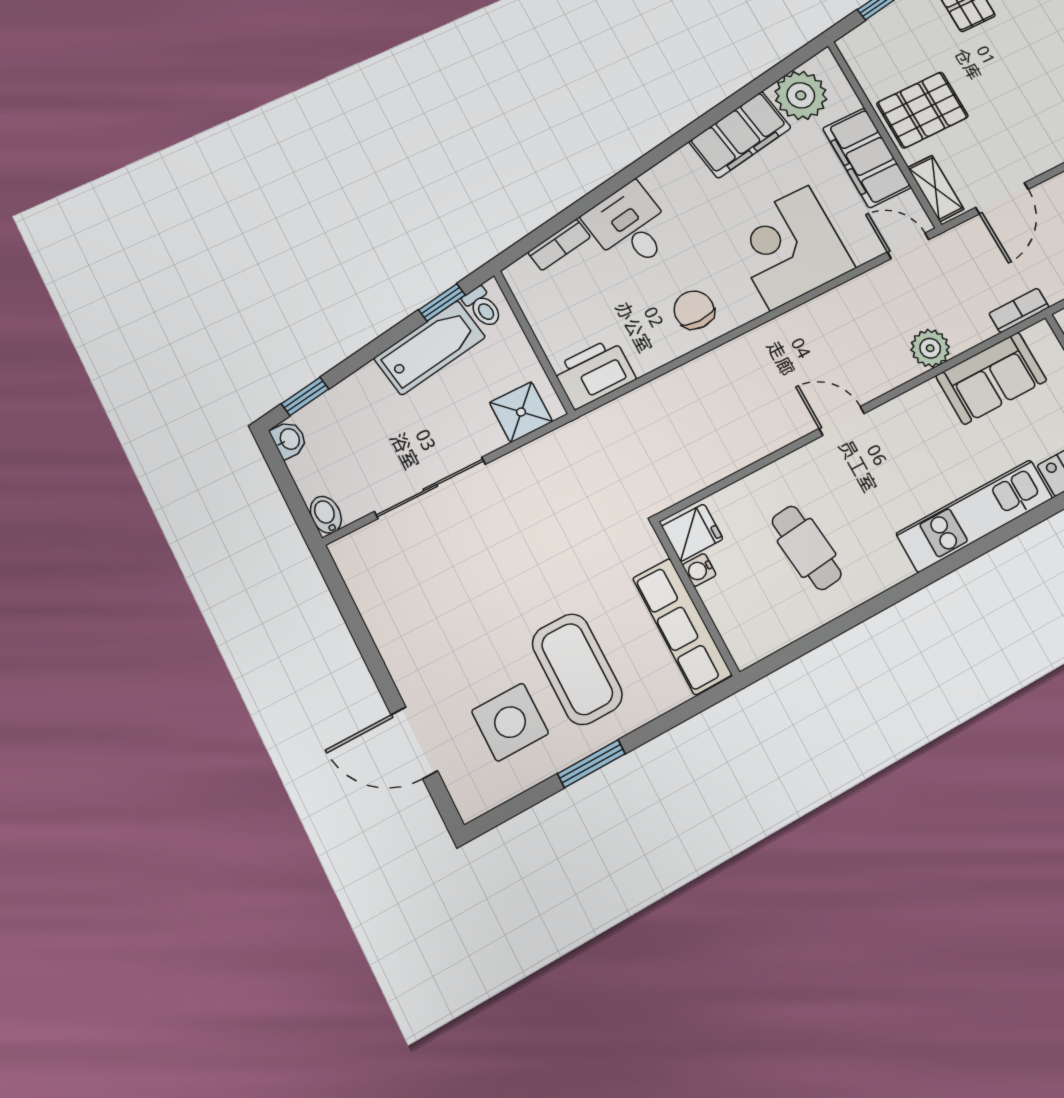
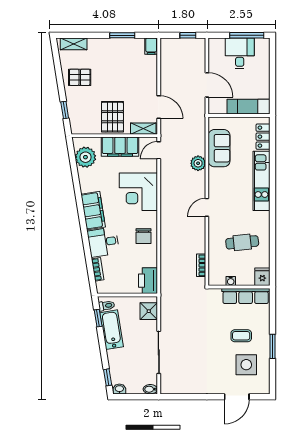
filing cabinet: (740, 135) -> (93, 211), moved
chair: (694, 310) -> (144, 236), turned -90
bookcase: (1019, 310) -> (201, 265), moved
fridge: (692, 533) -> (262, 277), moved
coffee table: (577, 669) -> (241, 336), width x0.54, depth x0.58

